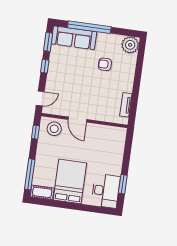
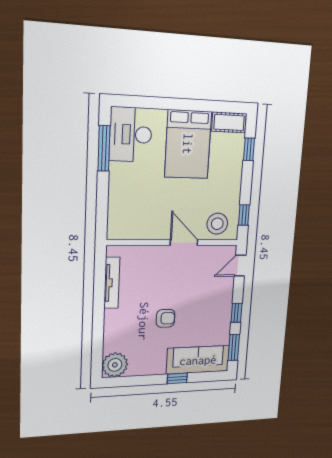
window: (89, 27) -> (177, 378), width x0.32
armchair: (105, 64) -> (166, 318), moved
tv unit: (126, 105) -> (112, 283), width x1.41
window: (30, 174) -> (249, 149), width x0.46
window: (123, 184) -> (104, 148), width x1.44

